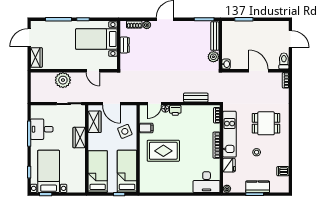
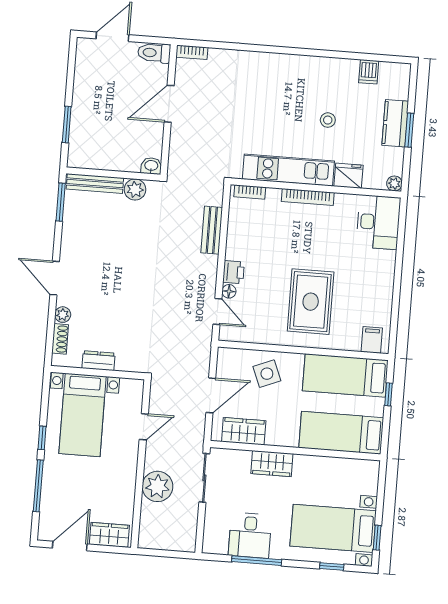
door: (29, 38) -> (70, 546), swing flipped
dining table: (266, 123) -> (273, 97), removed
filing cabinet: (146, 128) -> (372, 340), moved

